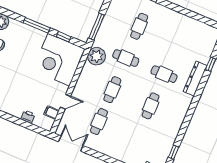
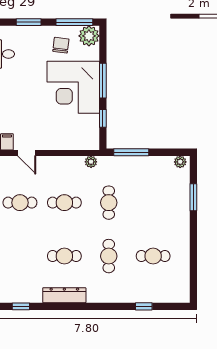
cafe table: (139, 26) -> (153, 256), moved
plant: (97, 56) -> (91, 162), width x0.53, depth x0.53
corner desk: (59, 60) -> (73, 87), moved, turned -90
dresser: (195, 79) -> (64, 295), moved

